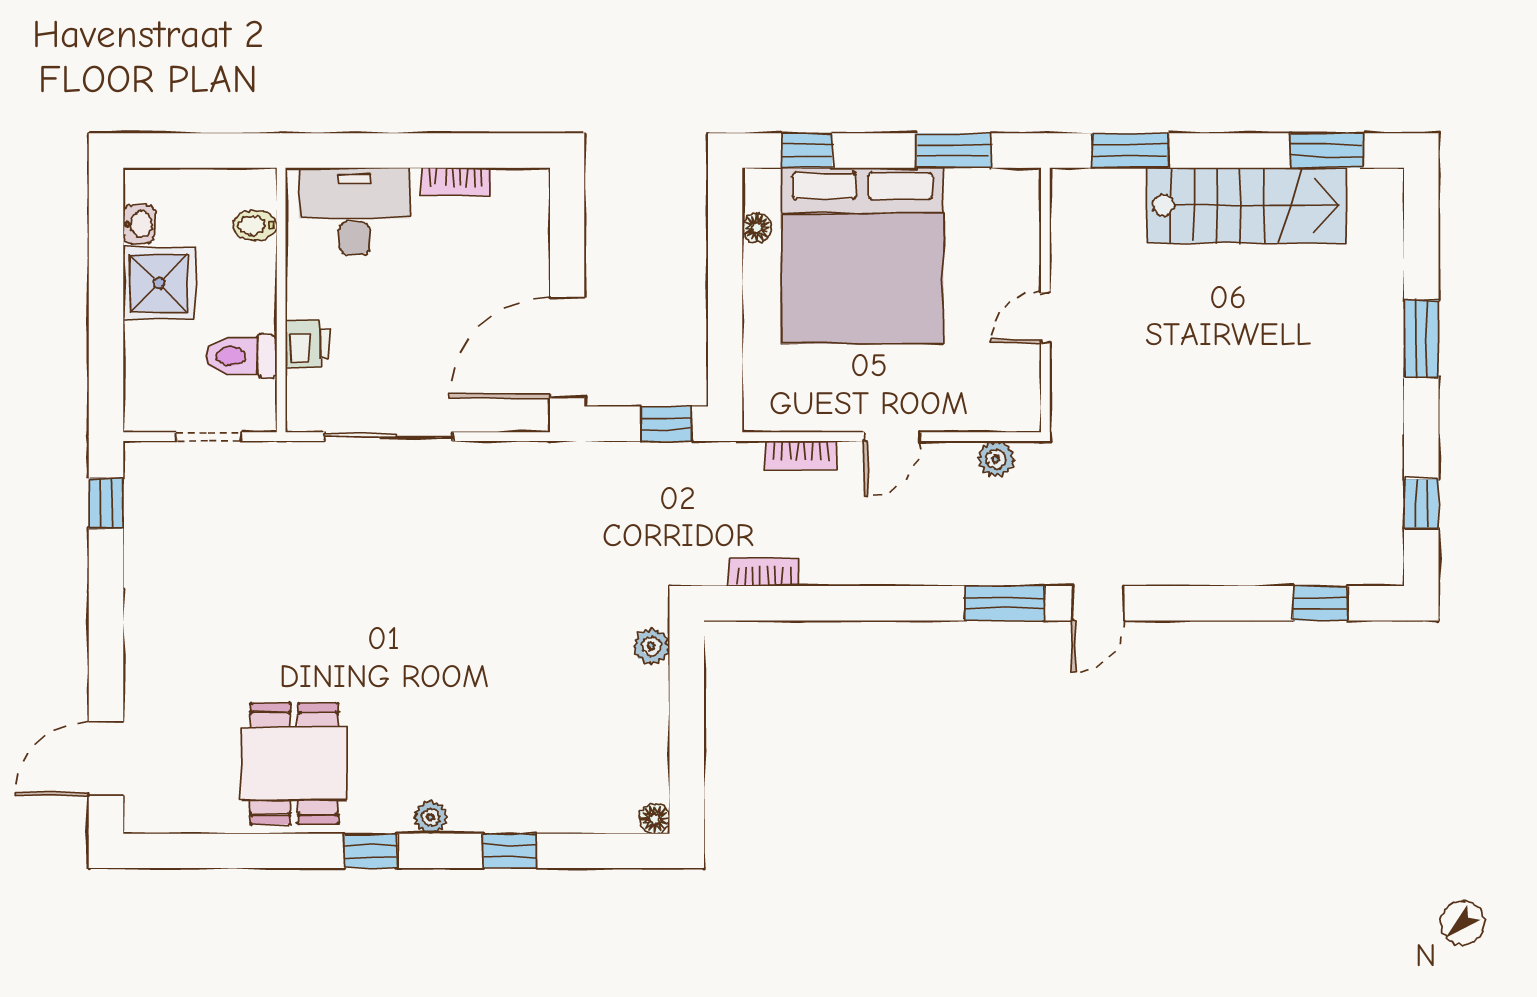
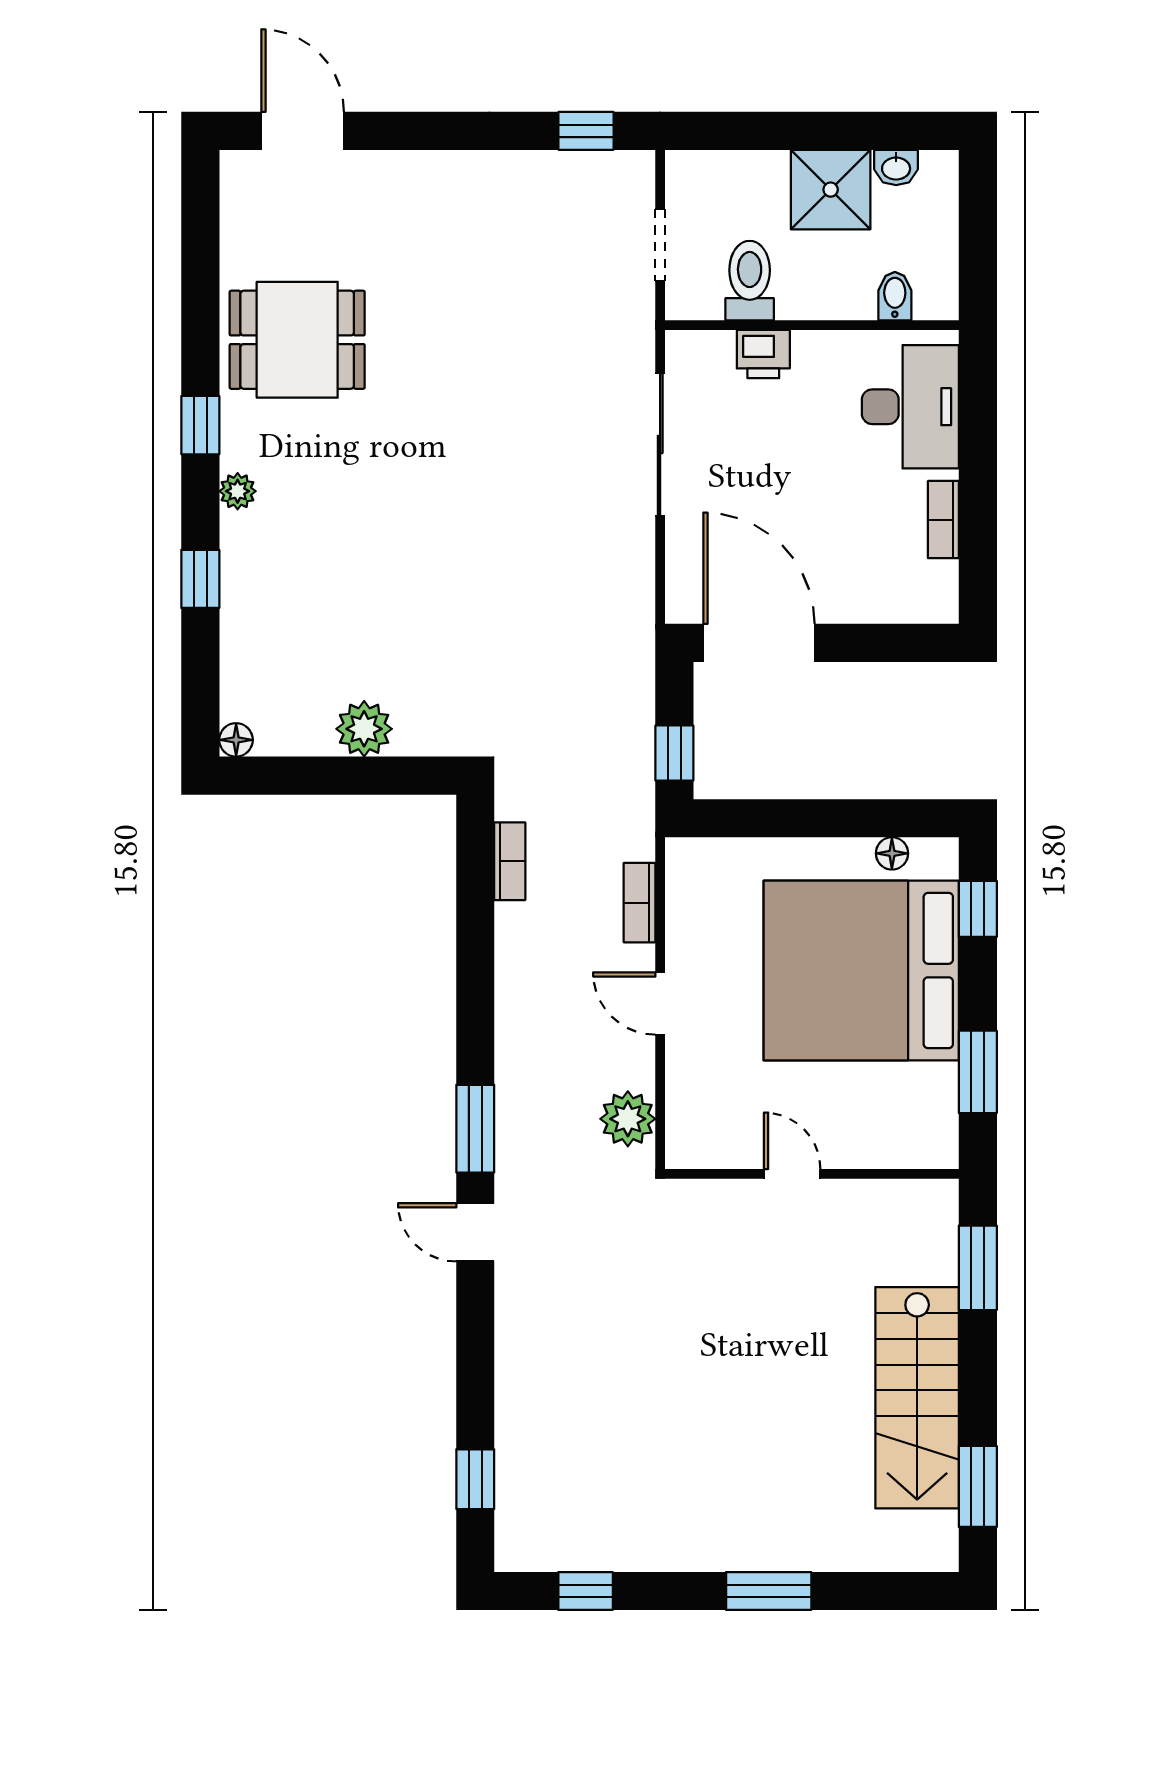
plant: (996, 459) -> (628, 1119), width x1.38, depth x1.38
plant: (651, 646) -> (364, 729), moved, width x1.38, depth x1.38

